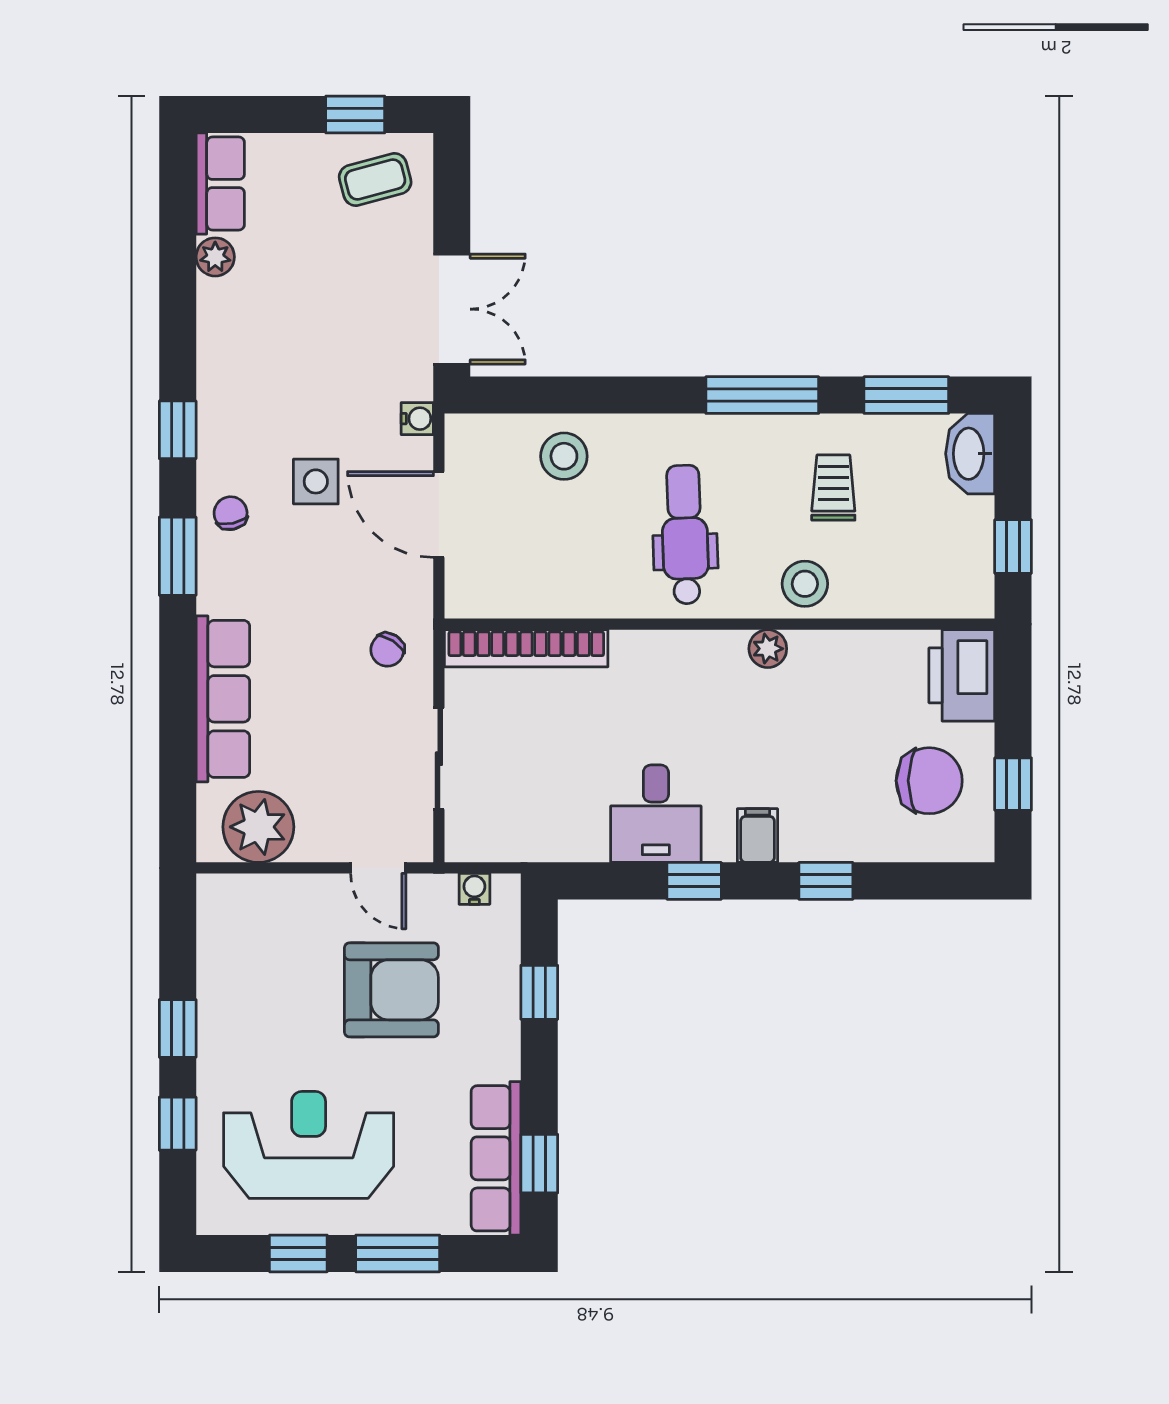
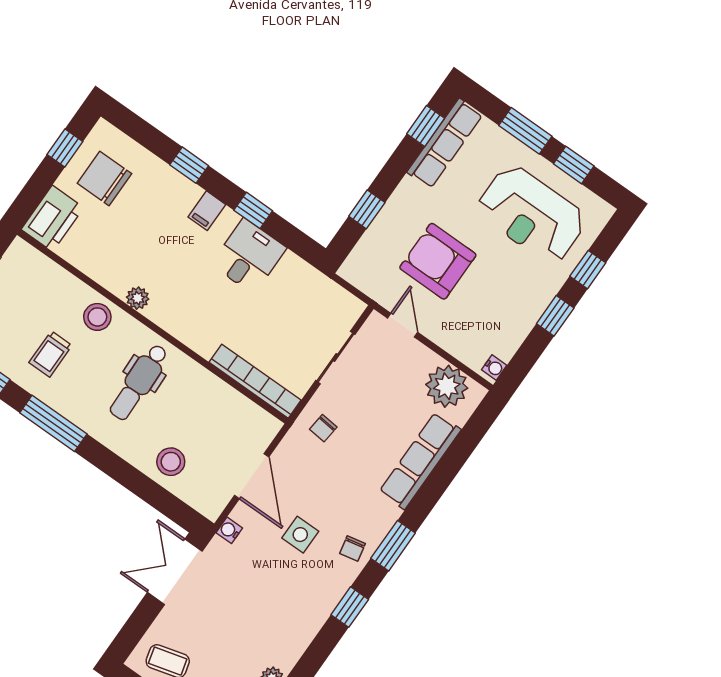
chair: (387, 650) -> (323, 428), turned 153
water cooler: (474, 889) -> (494, 368), moved, turned -90

